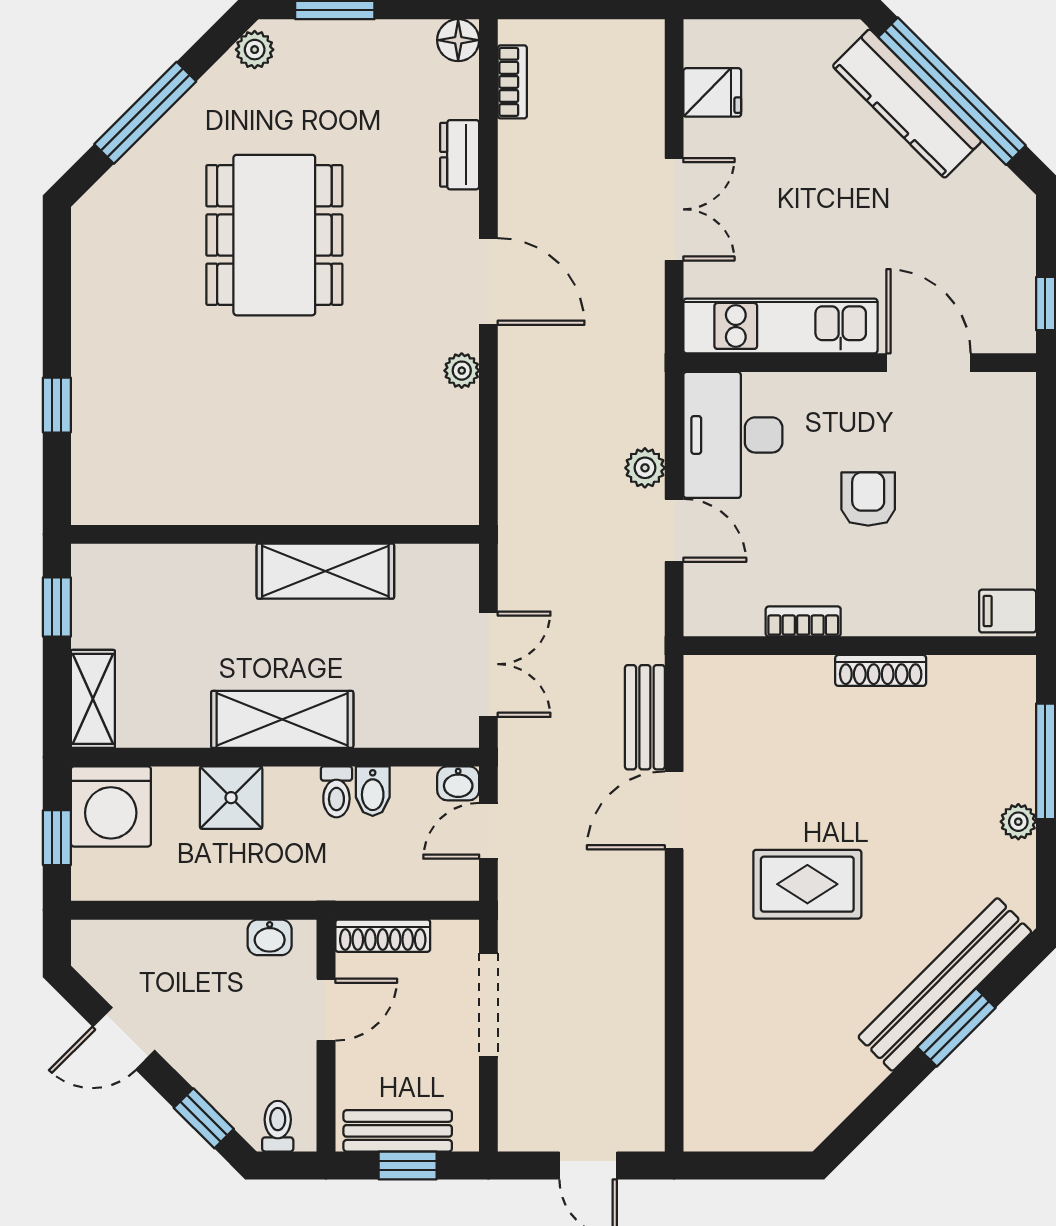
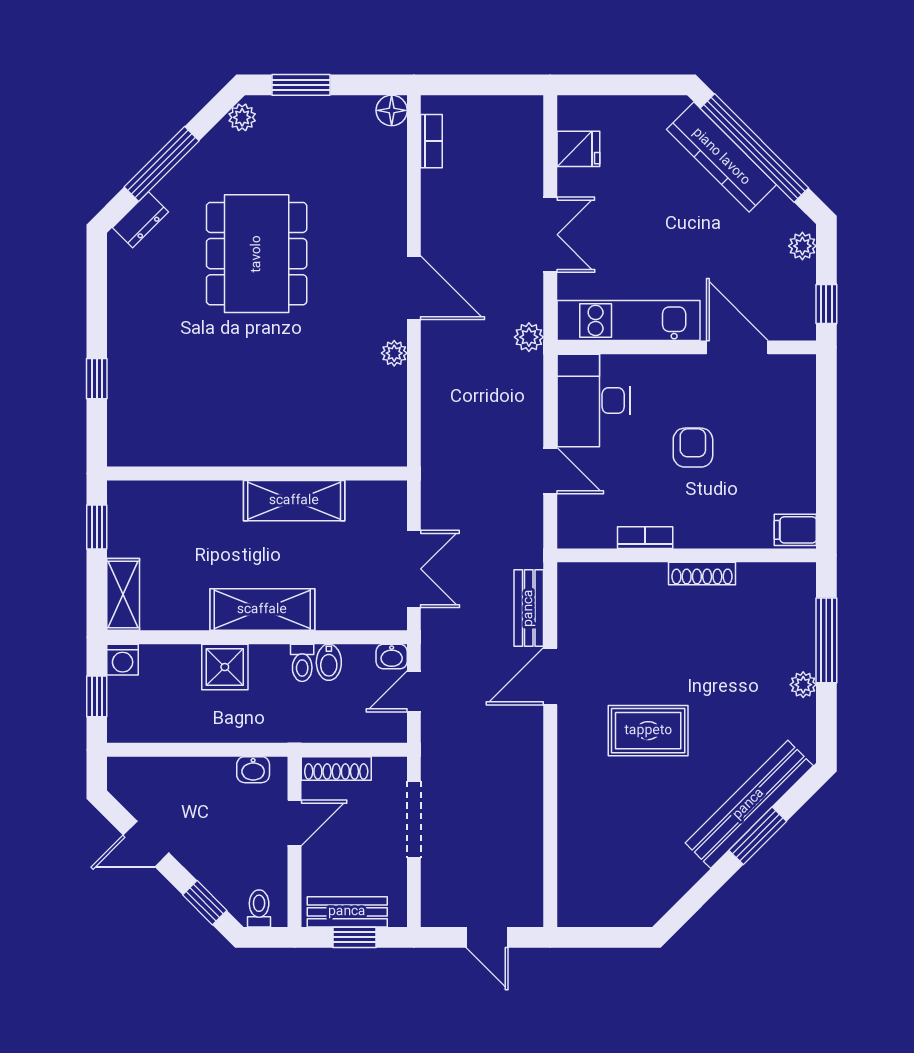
dresser: (460, 155) -> (141, 220), moved, turned -135
plant: (1017, 225) -> (802, 246), added
plant: (645, 468) -> (529, 337), moved
washing machine: (111, 806) -> (123, 660), width x0.53, depth x0.53

